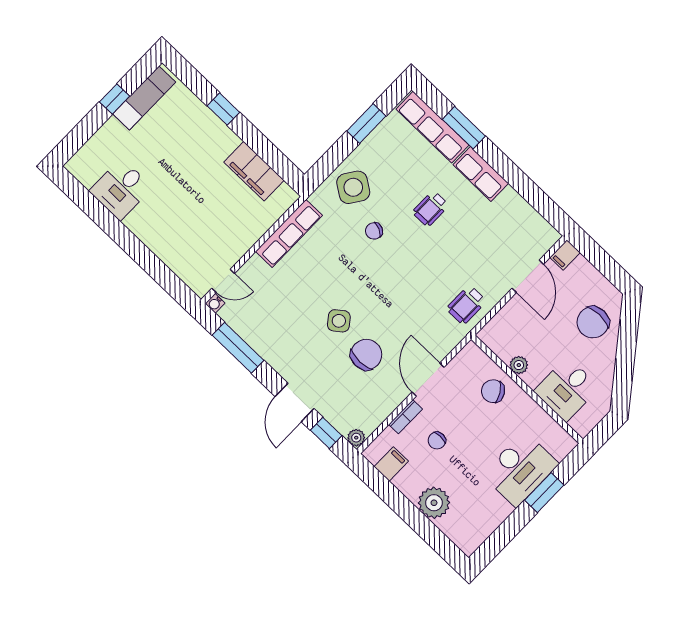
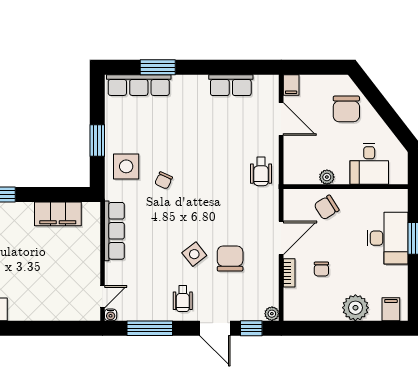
window: (366, 124) -> (97, 141), moved
row of seats: (481, 174) -> (231, 85), moved
side table: (353, 187) -> (126, 166), turned -34
wheelchair: (430, 209) -> (183, 299), moved
door: (428, 380) -> (281, 238), swing flipped
filing cabinet: (391, 464) -> (391, 309), moved

